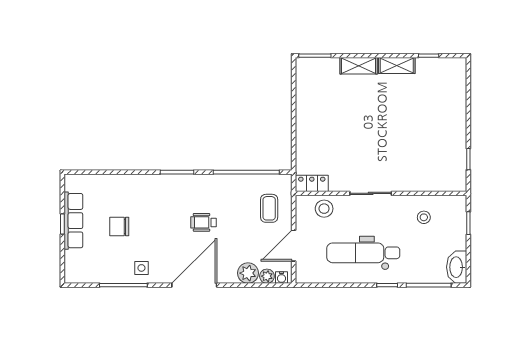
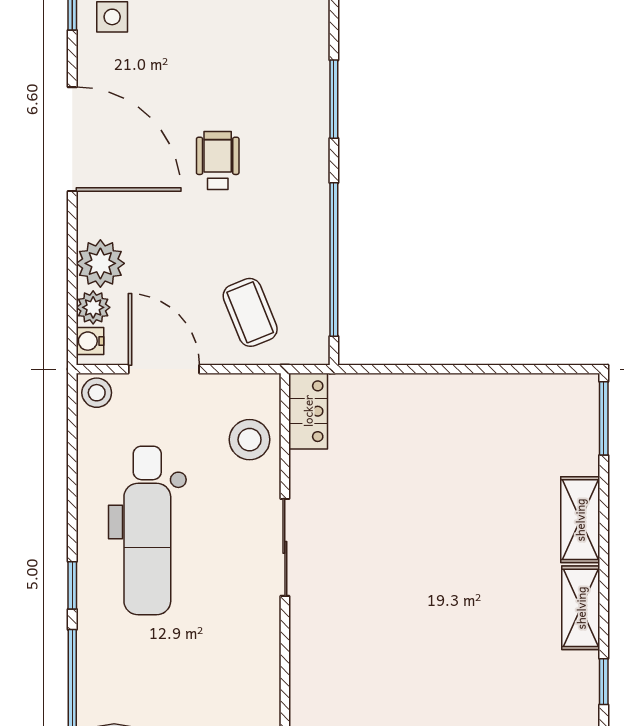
coffee table: (269, 208) -> (250, 312), turned 68
stool: (424, 217) -> (97, 393), moved
dental chair: (363, 253) -> (147, 530), turned 180

